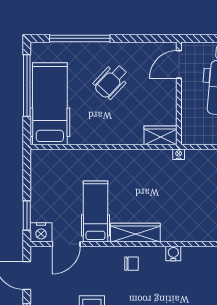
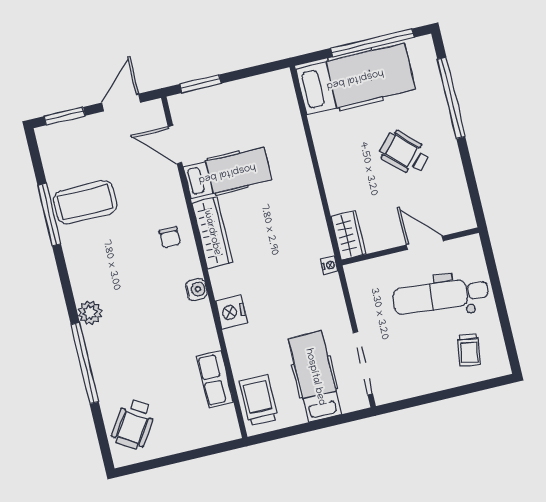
door: (179, 64) -> (425, 243), moved
nightstand: (41, 232) -> (231, 312), moved

